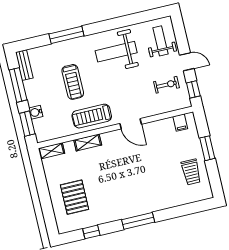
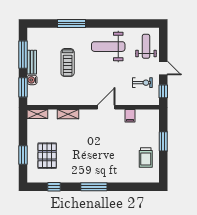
bench: (24, 65) -> (32, 62), moved
treadmill: (92, 116) -> (76, 94), removed
filing cabinet: (180, 123) -> (130, 116), moved
door: (131, 124) -> (106, 107), swing flipped
window: (46, 203) -> (23, 155), added

